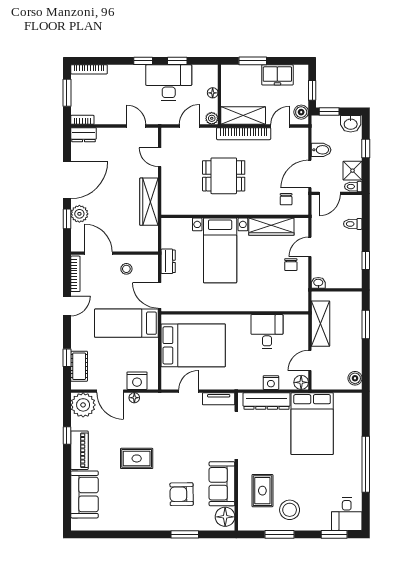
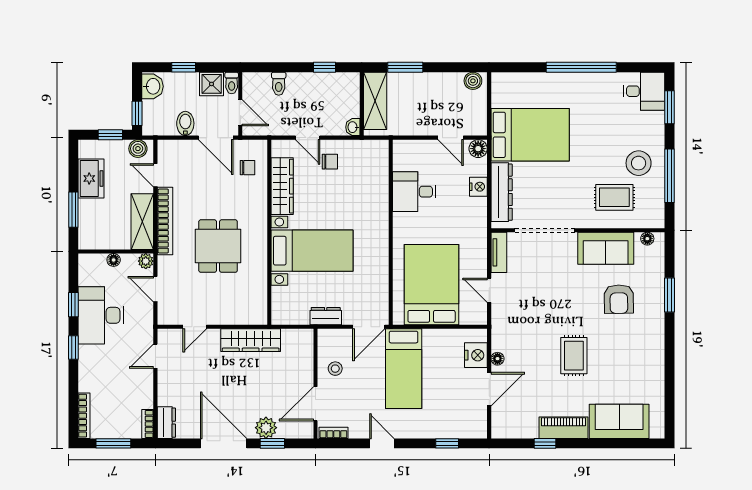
bookcase: (75, 274) -> (333, 433), width x0.64
shelving: (321, 324) -> (375, 101), moved, turned 90
cot: (79, 366) -> (458, 428), removed
plant: (83, 405) -> (506, 423), removed
floor lamp: (225, 517) -> (647, 239), width x0.53, depth x0.53
window: (280, 534) -> (669, 176), width x1.44

